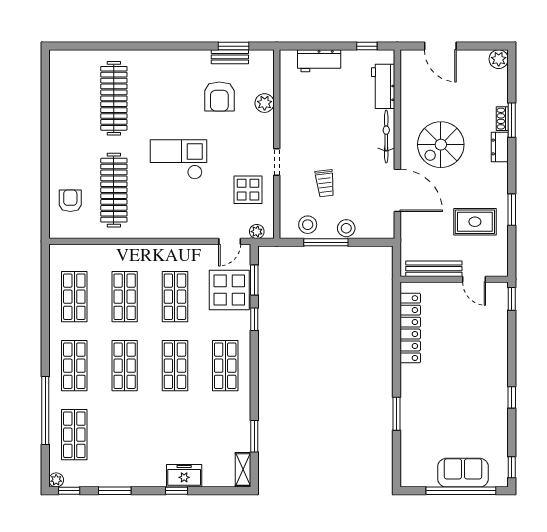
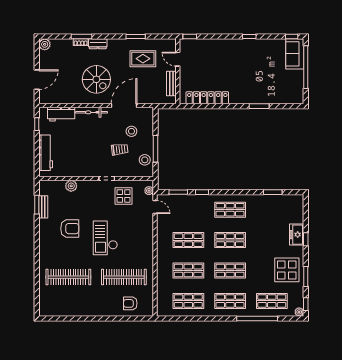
workbench: (319, 61) -> (46, 153), width x1.38
armchair: (219, 97) -> (70, 229), moved
rug: (475, 222) -> (143, 59), turned 90
stool: (346, 228) -> (131, 131), moved
bench: (434, 269) -> (171, 84), width x0.73
door: (474, 279) -> (178, 59), swing flipped
display table: (229, 290) -> (287, 270), moved
shelving: (243, 469) -> (293, 199), removed
sofa: (463, 473) -> (295, 54), moved

